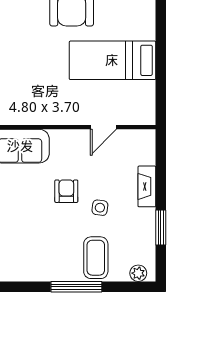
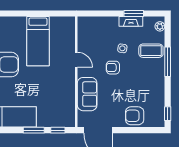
door: (103, 127) -> (76, 60), moved
fireplace: (147, 186) -> (131, 21), moved

